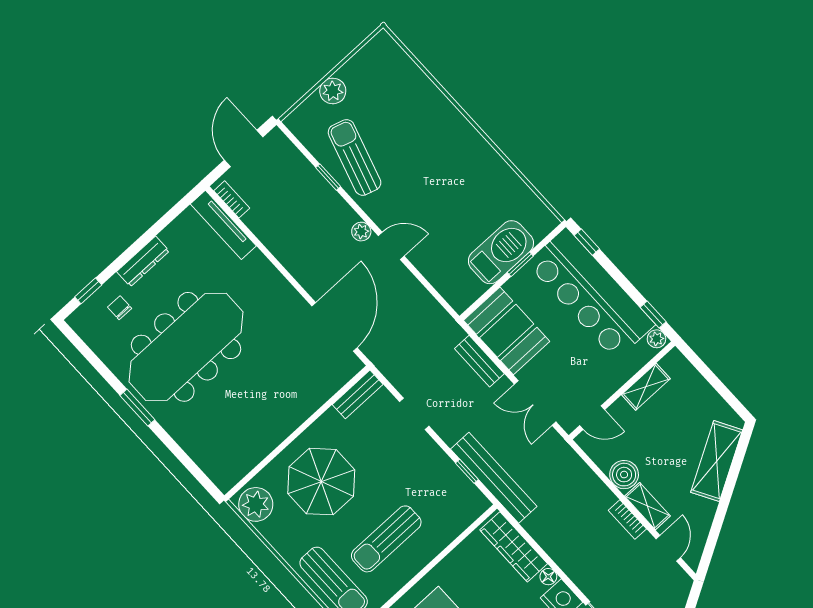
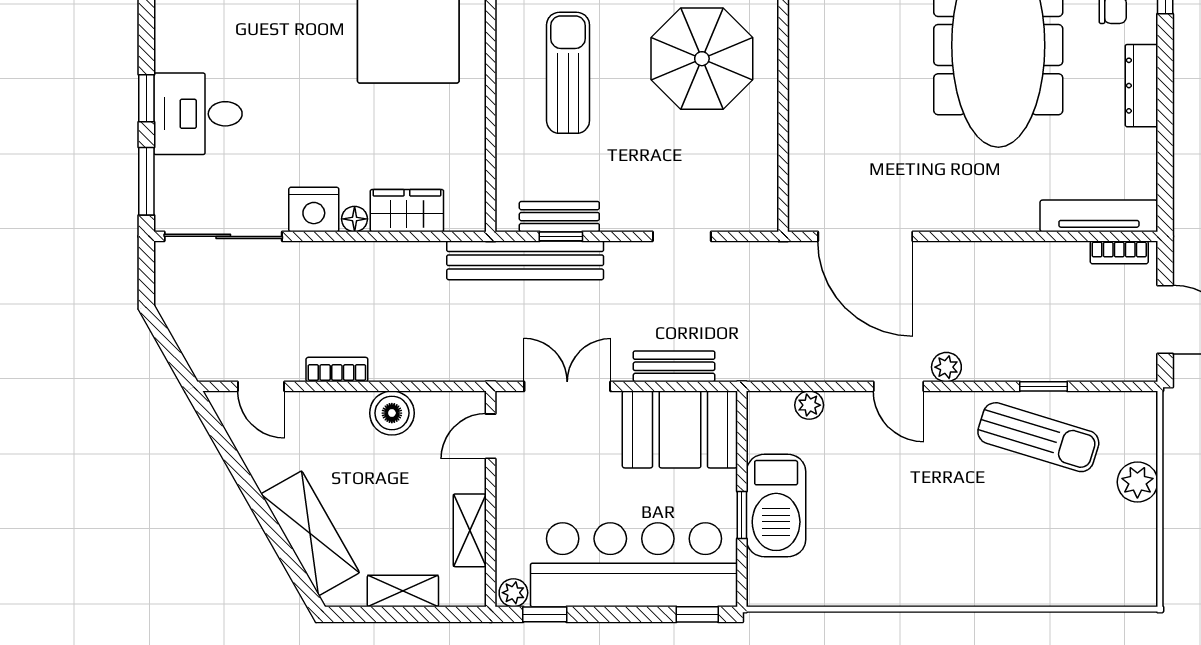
door: (391, 246) -> (899, 386), hinge flipped
plant: (439, 280) -> (809, 405), added
bench: (358, 394) -> (559, 217), moved, turned 90
shelving: (647, 506) -> (403, 591), moved
wardrobe: (514, 547) -> (407, 211), width x0.67

